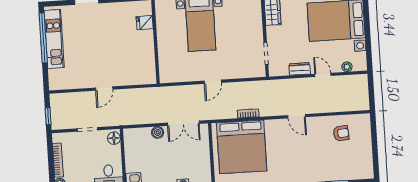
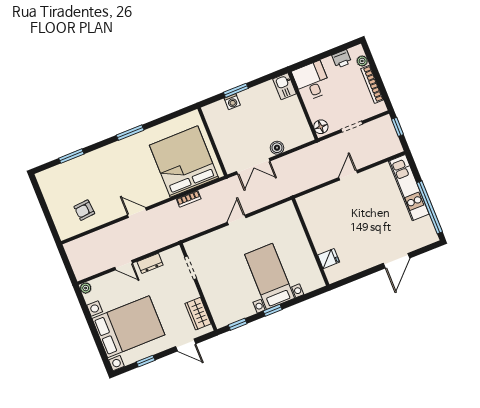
kitchen unit: (54, 39) -> (409, 188), moved
plant: (347, 67) -> (86, 288), moved
double door: (183, 123) -> (253, 166), swing flipped

